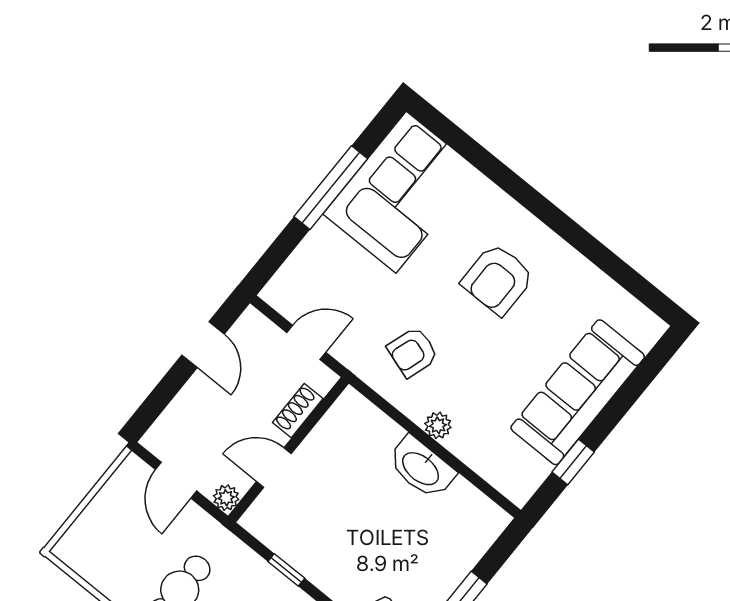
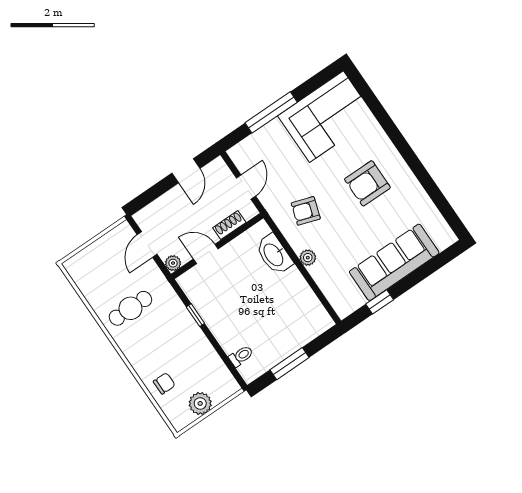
window: (331, 188) -> (271, 112), moved
door: (306, 342) -> (246, 187), hinge flipped
washbasin: (421, 468) -> (274, 254), moved

